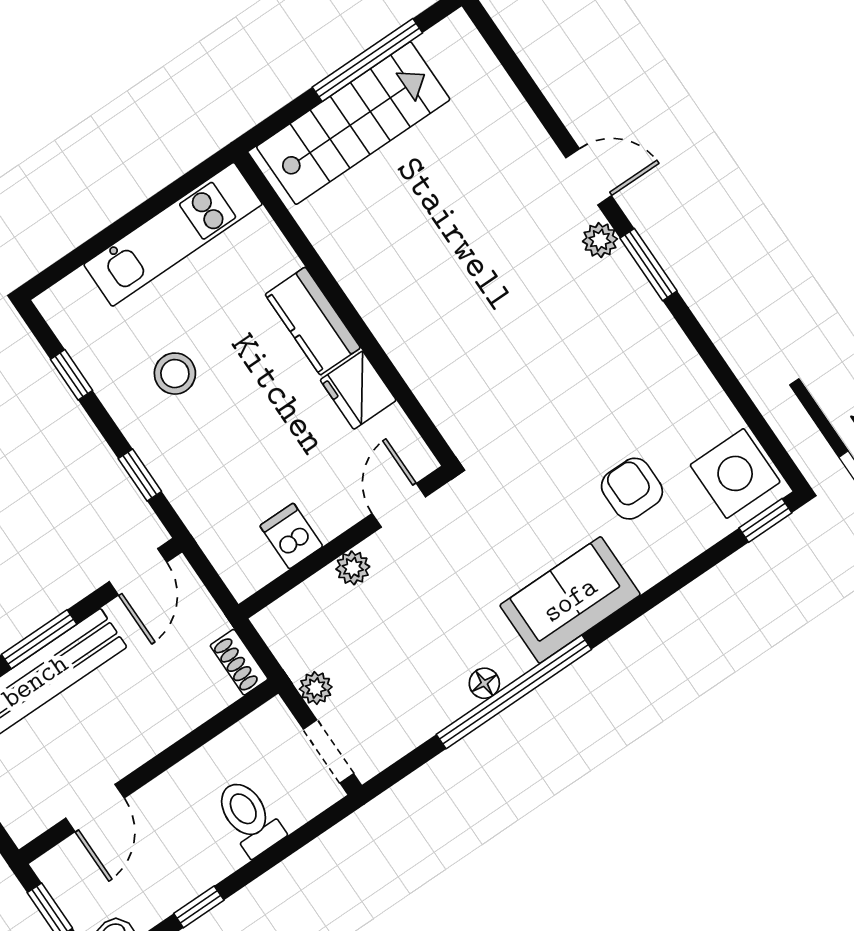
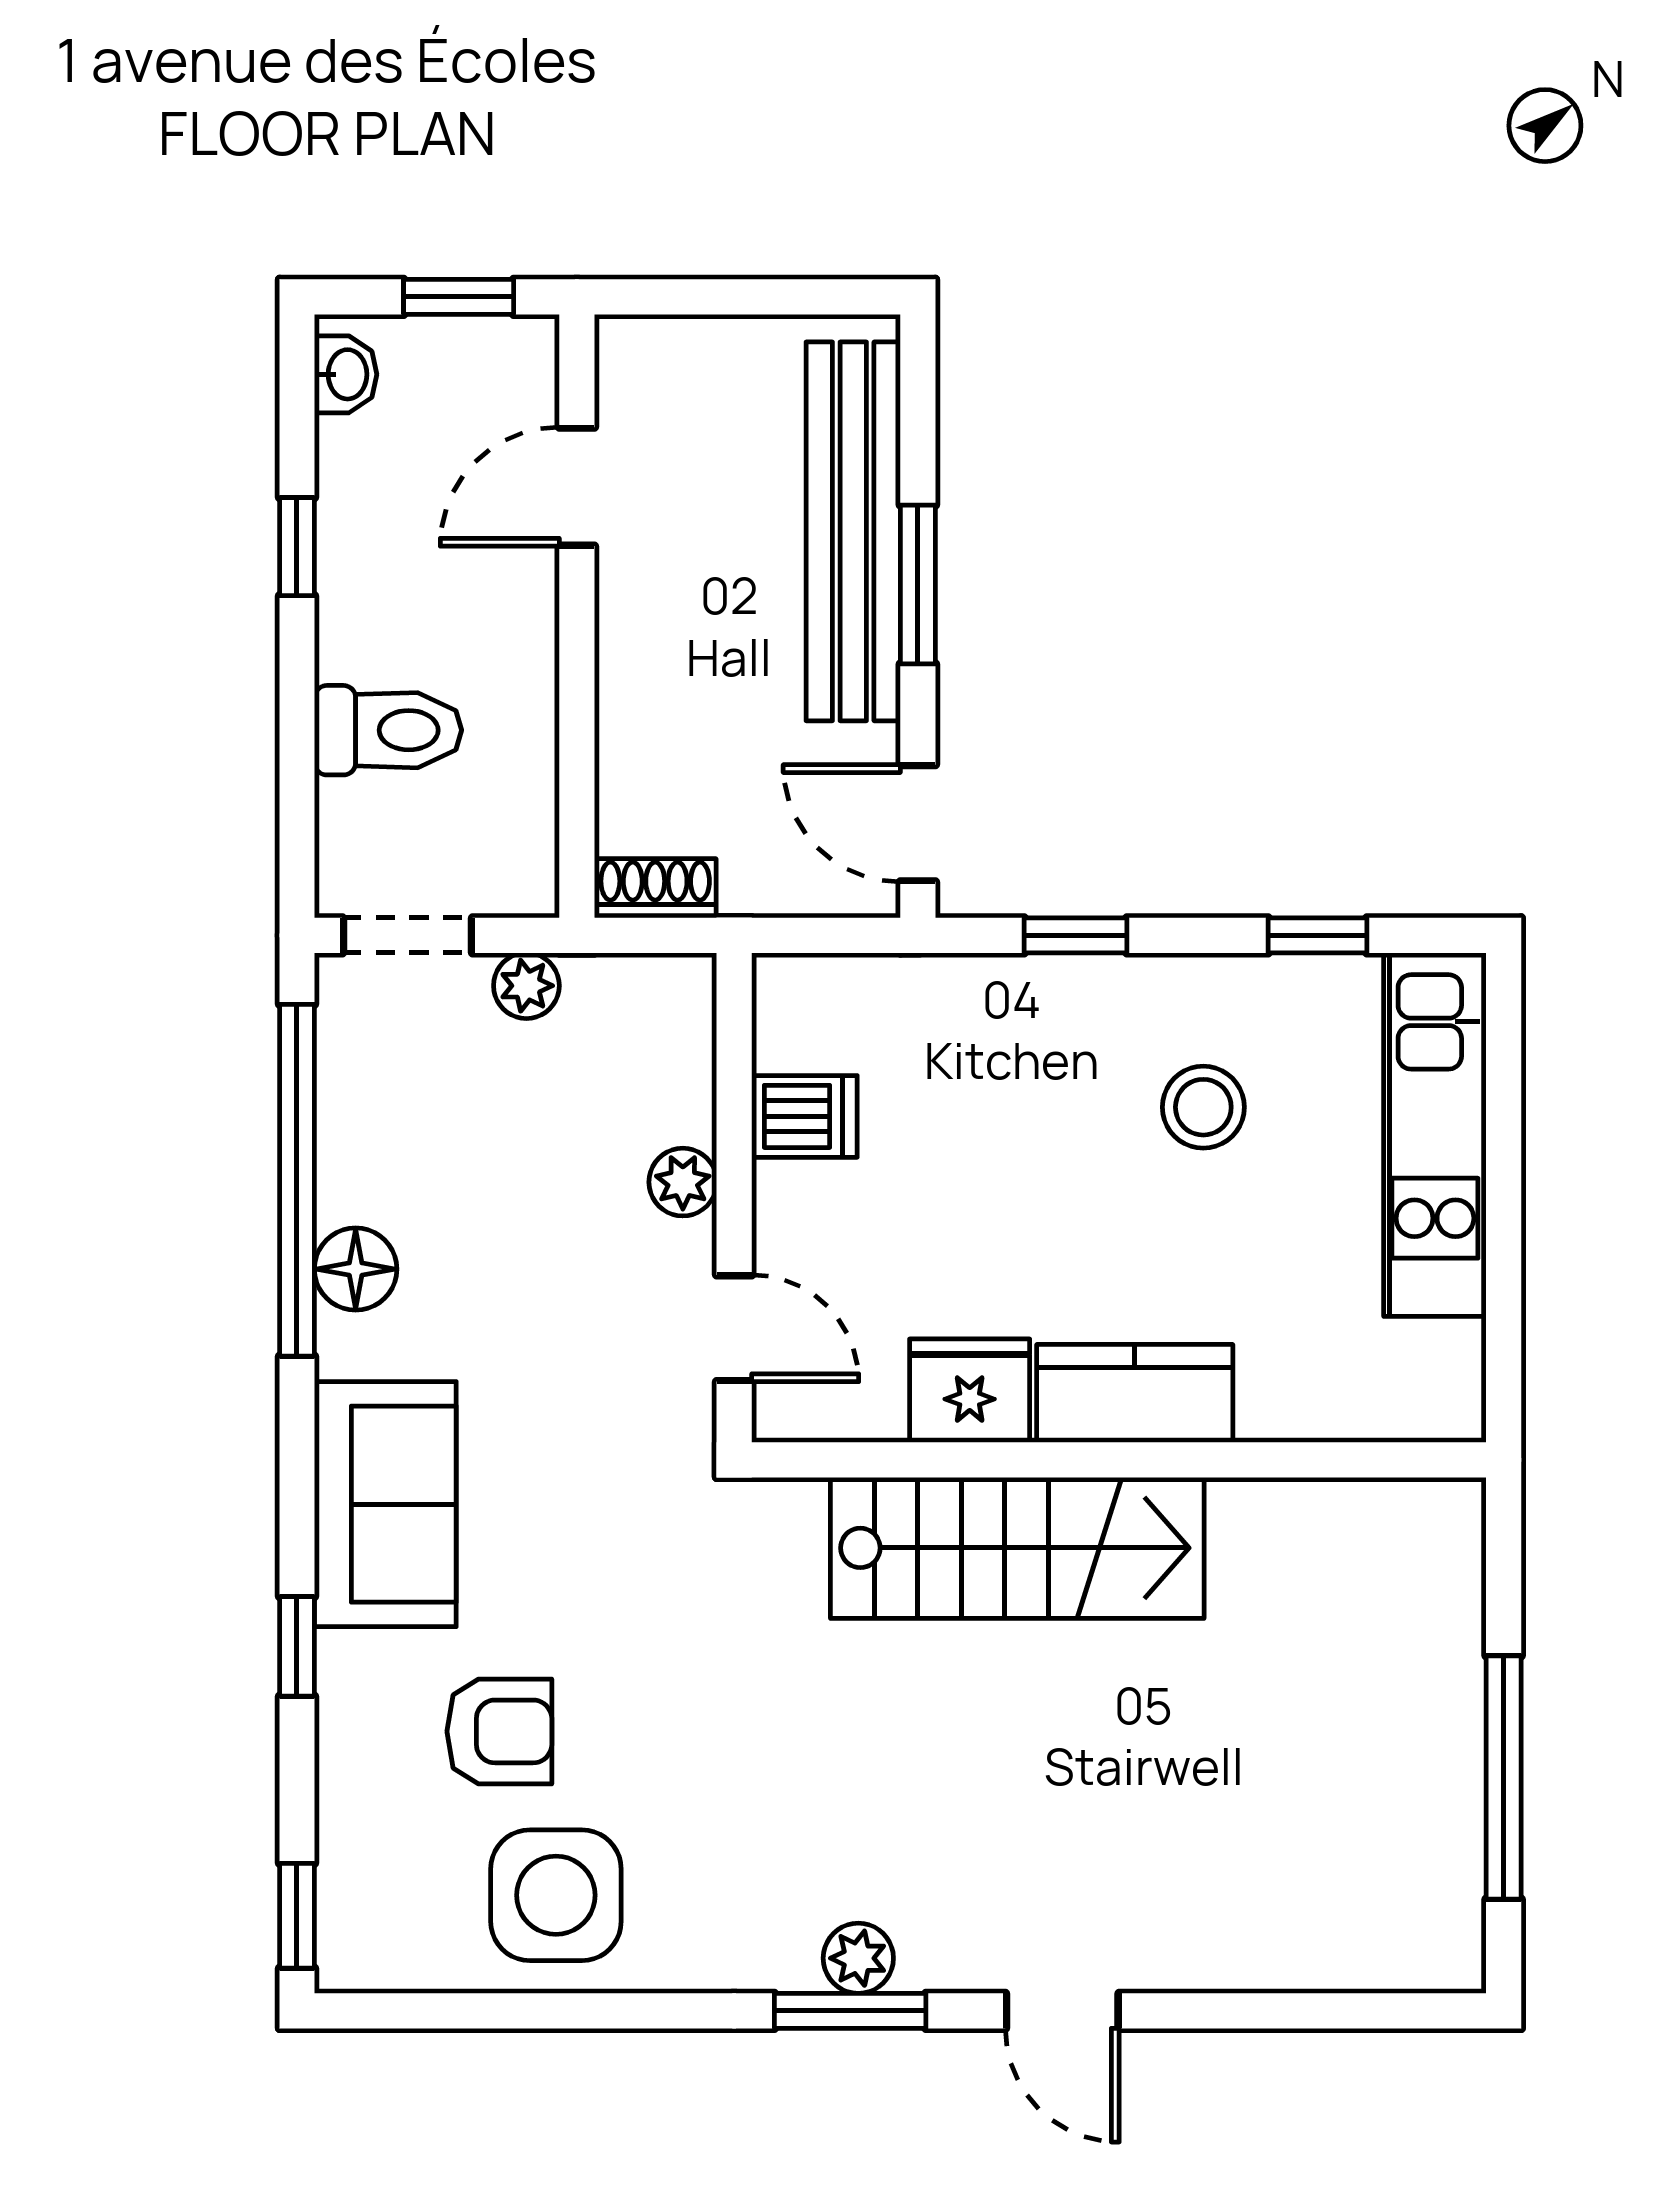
stairs: (353, 123) -> (1017, 1548), moved, turned -90
door: (589, 177) -> (1062, 2011), hinge flipped
kitchen unit: (173, 234) -> (1435, 1135), moved
plant: (600, 240) -> (858, 1958), moved
side table: (735, 473) -> (556, 1895), moved
window: (654, 596) -> (297, 1646), added
floor lamp: (484, 683) -> (356, 1269), width x1.37, depth x1.37
window: (514, 692) -> (297, 1180), moved
door: (95, 808) -> (577, 487), hinge flipped

